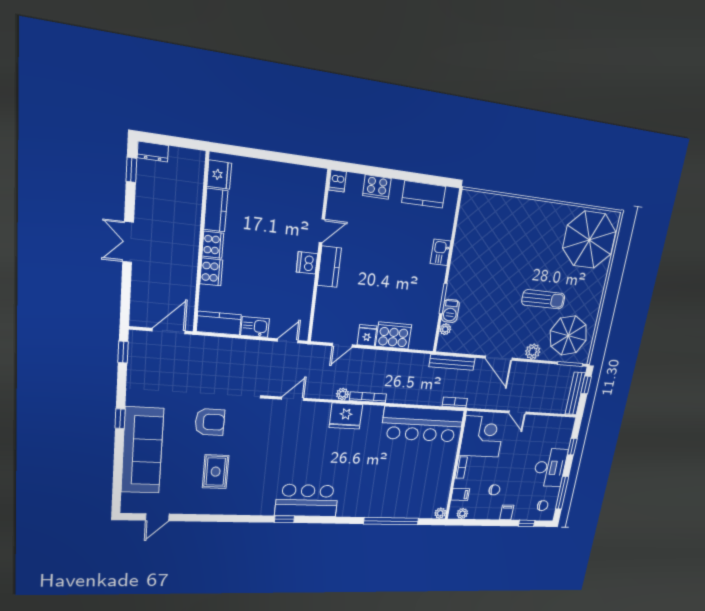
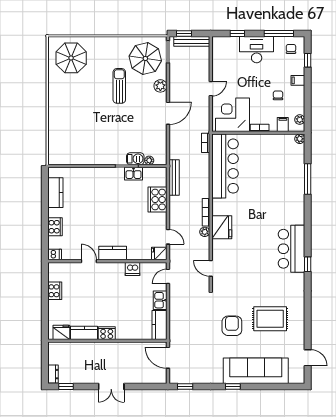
parasol: (589, 240) -> (71, 58), width x0.73, depth x0.73
kitchen sink: (440, 252) -> (134, 174), moved
dishwasher: (307, 263) -> (132, 269), moved
cooker: (211, 272) -> (55, 291), moved, turned 90
fridge: (367, 335) -> (159, 254), moved
door: (288, 341) -> (168, 276), hinge flipped
bench: (452, 362) -> (174, 177), moved
rug: (216, 472) -> (270, 319), width x1.36, depth x1.43
window: (391, 521) -> (308, 179), width x0.68

